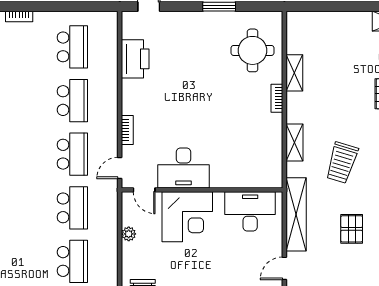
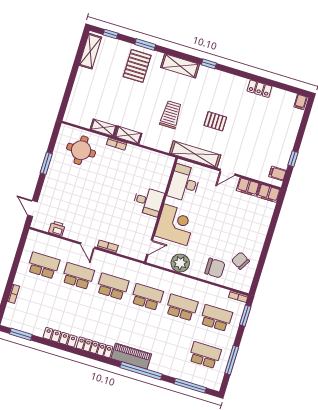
printer: (135, 59) -> (57, 228), width x0.53, depth x0.68
shelving: (295, 143) -> (128, 135), moved
trolley: (342, 163) -> (171, 115), turned -107
door: (120, 168) -> (88, 246), moved
desk: (184, 168) -> (148, 201), moved, width x0.73
plant: (129, 234) -> (180, 263), width x1.87, depth x1.87
door: (284, 268) -> (228, 172), hinge flipped

